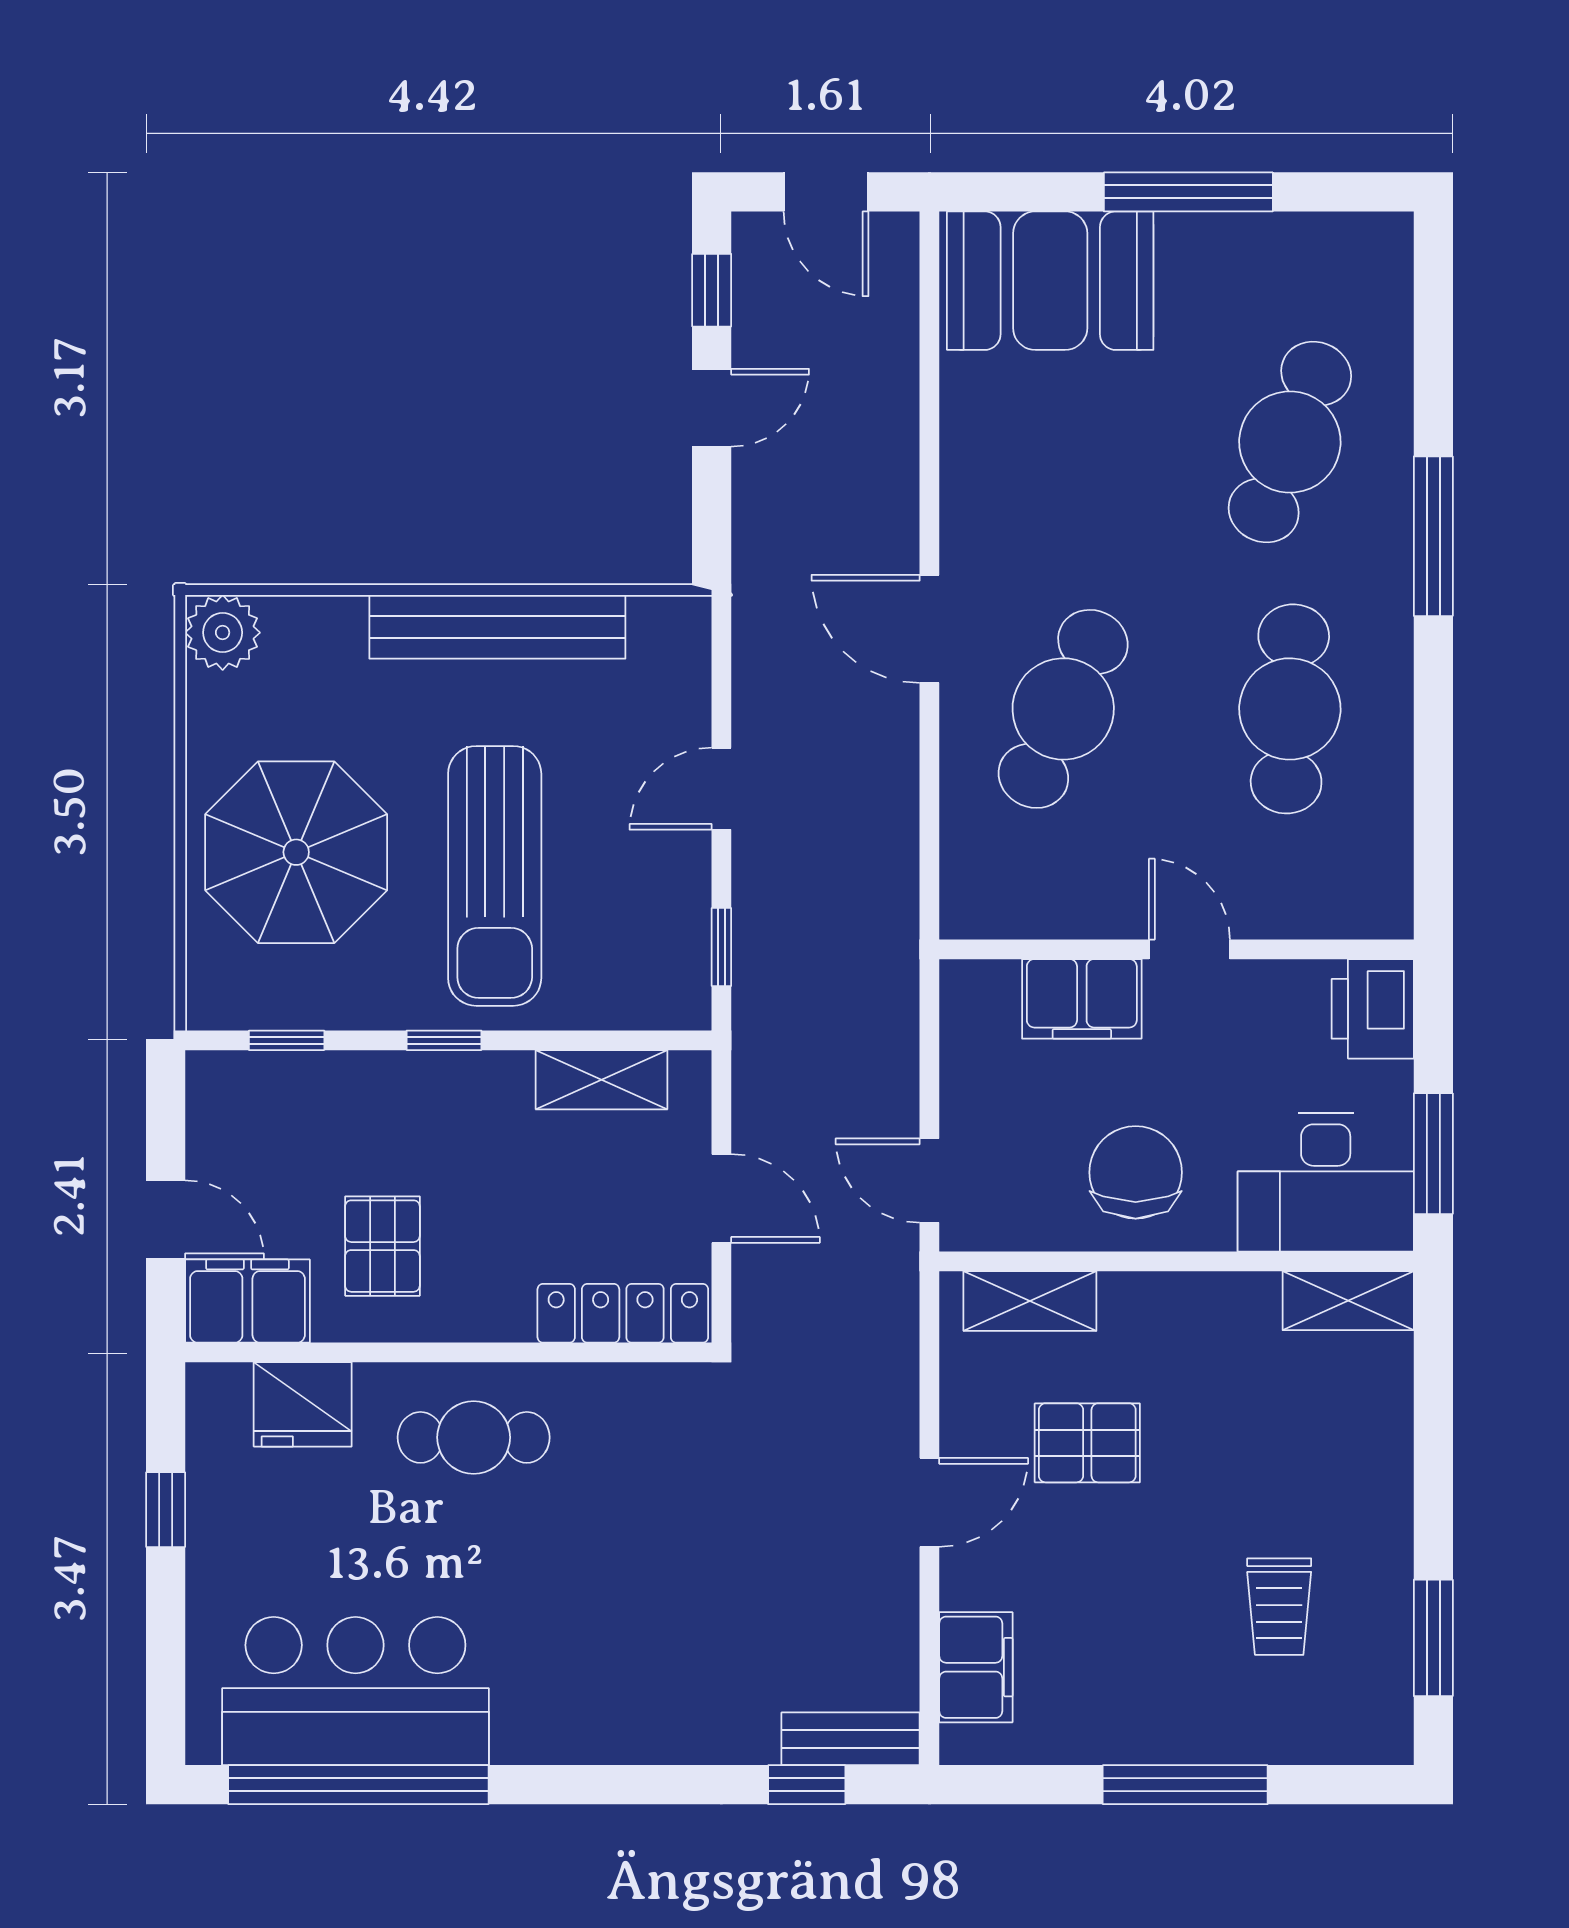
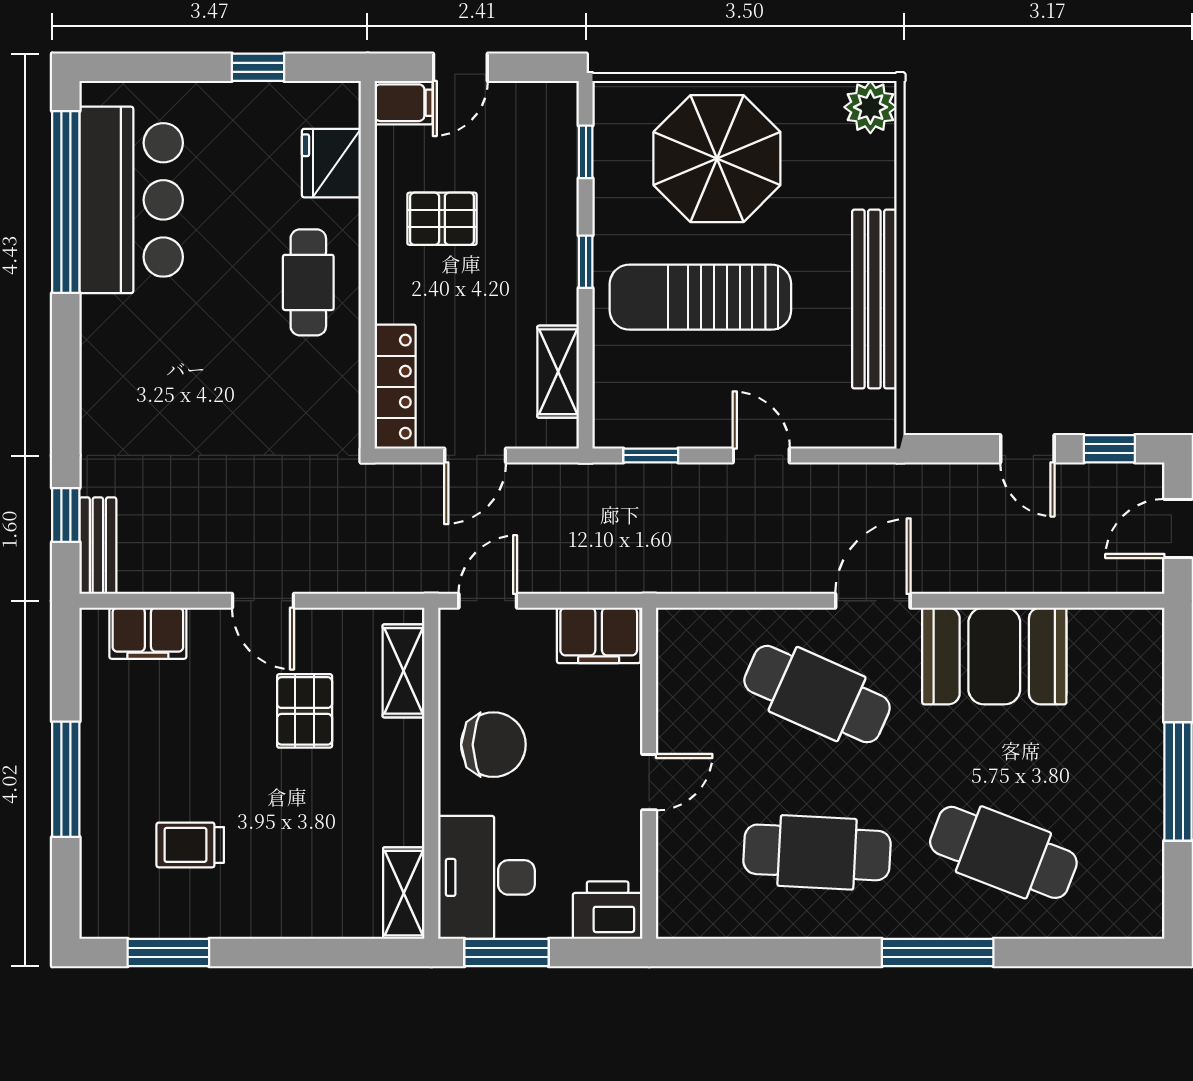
booth: (1050, 281) -> (994, 656), moved, turned 90
filing cabinet: (1082, 999) -> (599, 635), moved, turned -90
filing cabinet: (247, 1301) -> (404, 103), width x0.50

